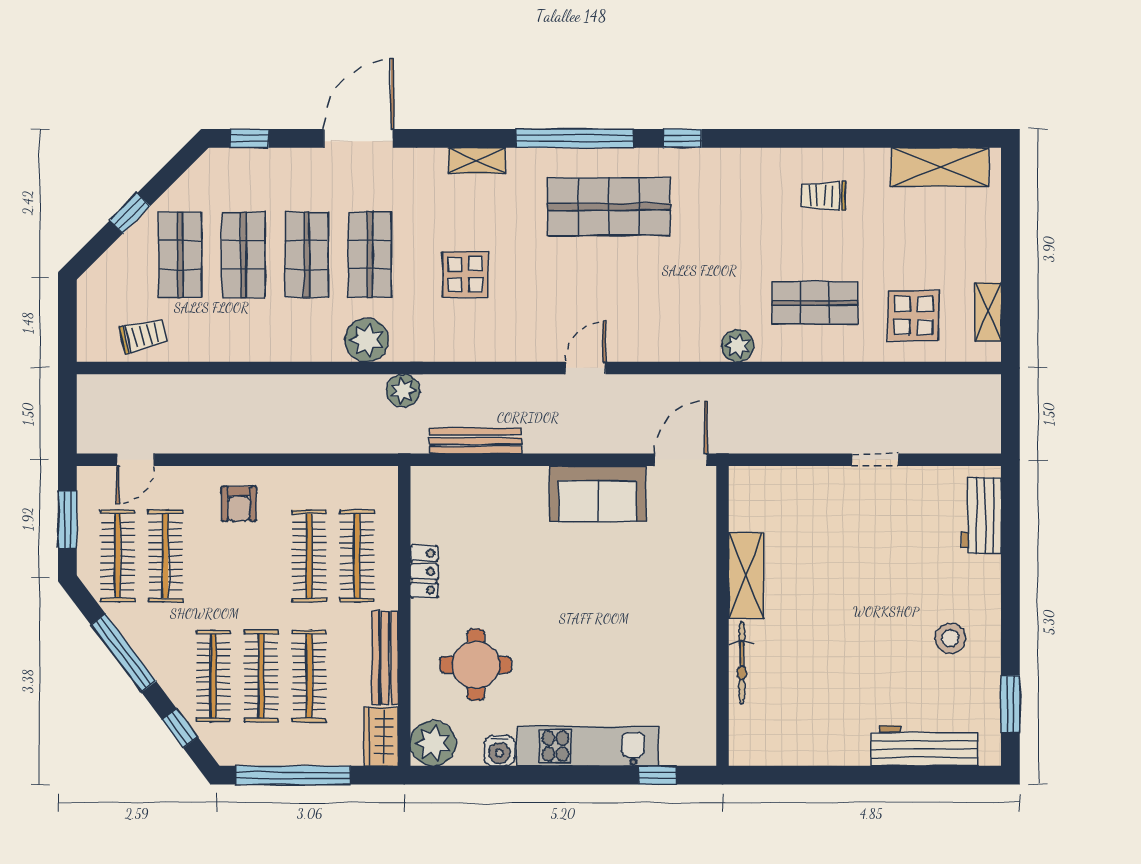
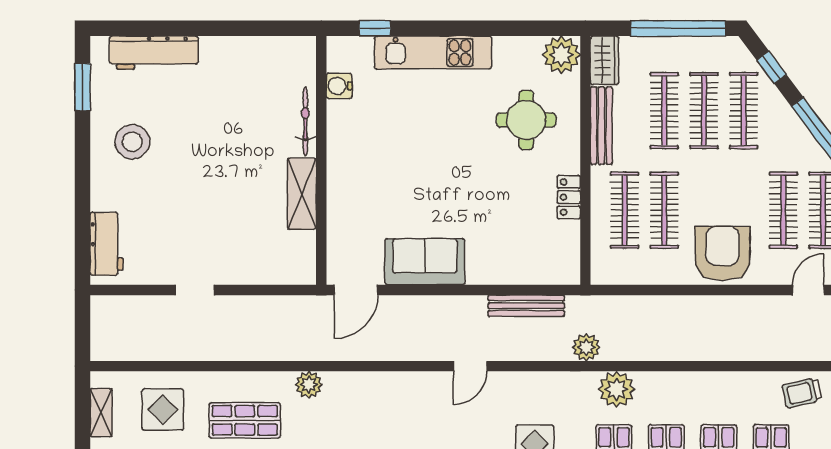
door: (585, 368) -> (470, 366), moved
armchair: (239, 504) -> (723, 253), width x1.88, depth x1.88
stool: (950, 638) -> (132, 142), width x1.38, depth x1.38
water cooler: (499, 751) -> (339, 86), moved, turned -90

